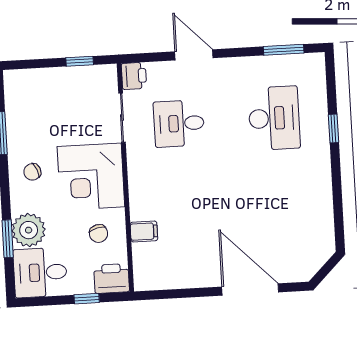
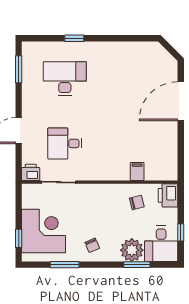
window: (80, 61) -> (19, 238), moved
desk: (179, 123) -> (65, 143), turned 90
corner desk: (91, 177) -> (44, 231), moved, turned -90
window: (87, 299) -> (181, 232), moved

